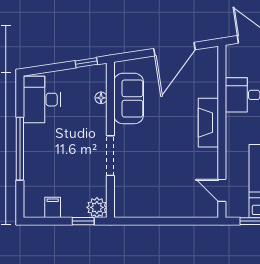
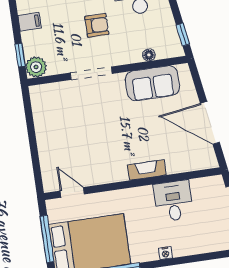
fireplace: (208, 123) -> (147, 170), width x0.73, depth x0.76
armchair: (65, 144) -> (97, 25), added
door: (222, 190) -> (72, 192), hinge flipped

